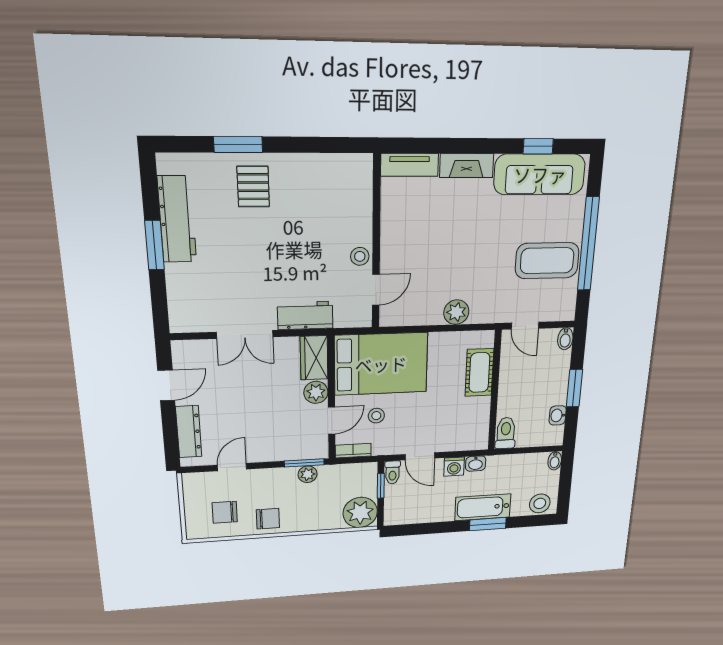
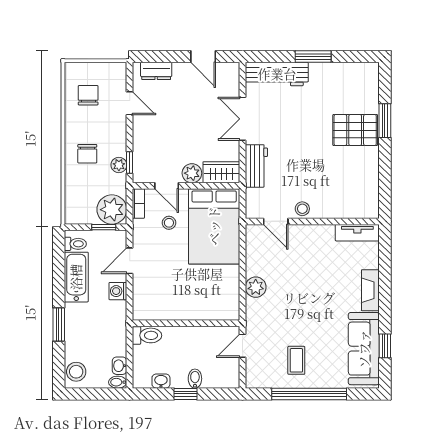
tv unit: (410, 165) -> (357, 233), moved, turned -90
pallet: (253, 187) -> (355, 130), width x1.50, depth x1.42
workbench: (177, 219) -> (277, 74), moved
coffee table: (547, 261) -> (296, 360), width x0.54, depth x0.58
bidet: (565, 339) -> (195, 379), moved, turned 90
cot: (479, 373) -> (203, 309), removed
window: (574, 388) -> (185, 394), width x0.67
dresser: (189, 432) -> (156, 71), width x0.70
window: (304, 463) -> (130, 162), width x0.67
washbasin: (476, 464) -> (120, 366), moved
toilet: (393, 472) -> (75, 244), moved, turned 180
bathtub: (483, 507) -> (76, 277), moved
plant: (360, 512) -> (112, 210), moved
chair: (268, 519) -> (87, 154), moved

